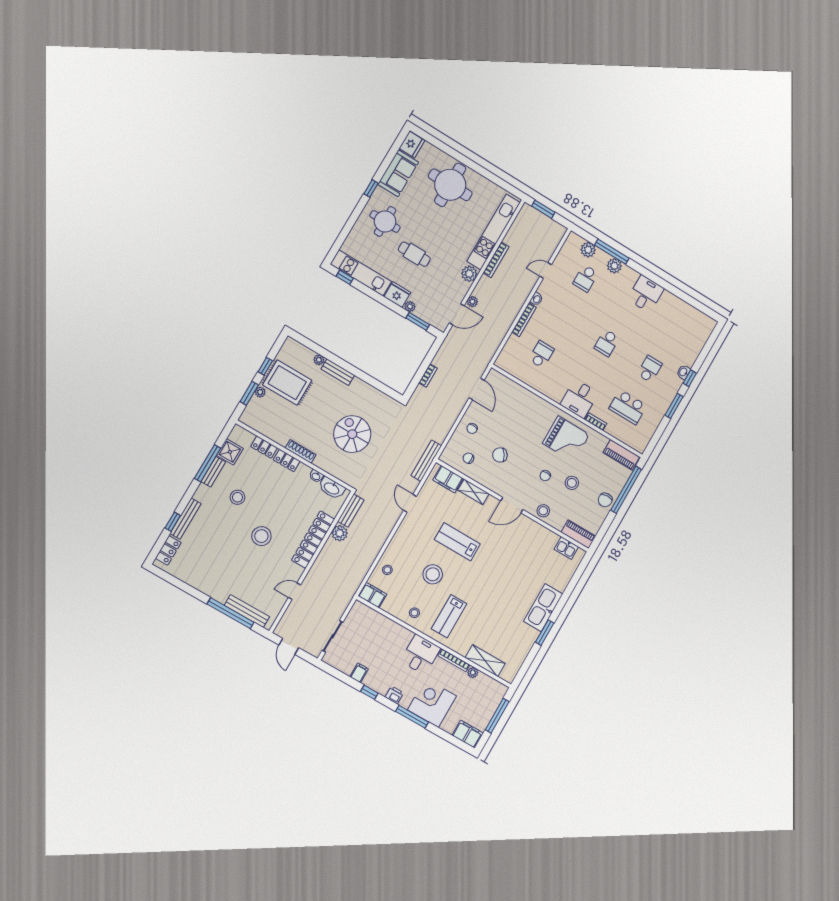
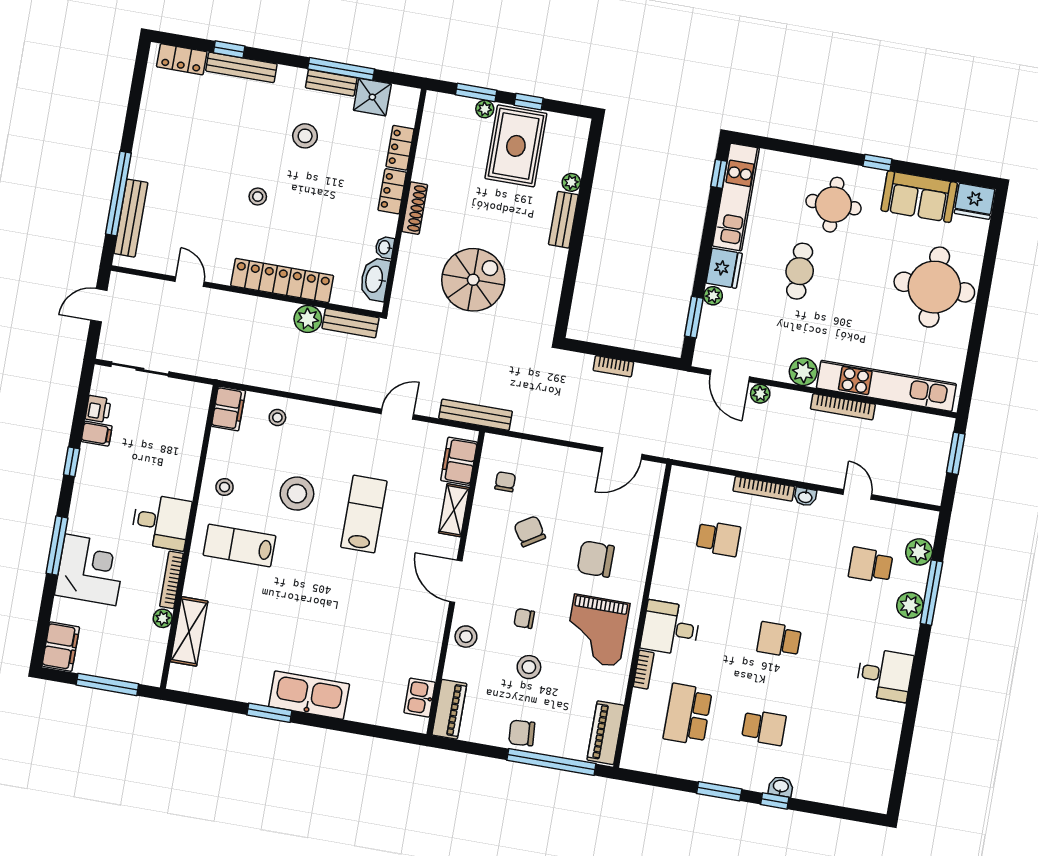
chair: (472, 428) -> (596, 559), moved, width x1.87, depth x1.87
stool: (261, 536) -> (258, 197), width x0.53, depth x0.53
printer: (394, 695) -> (98, 409), moved

